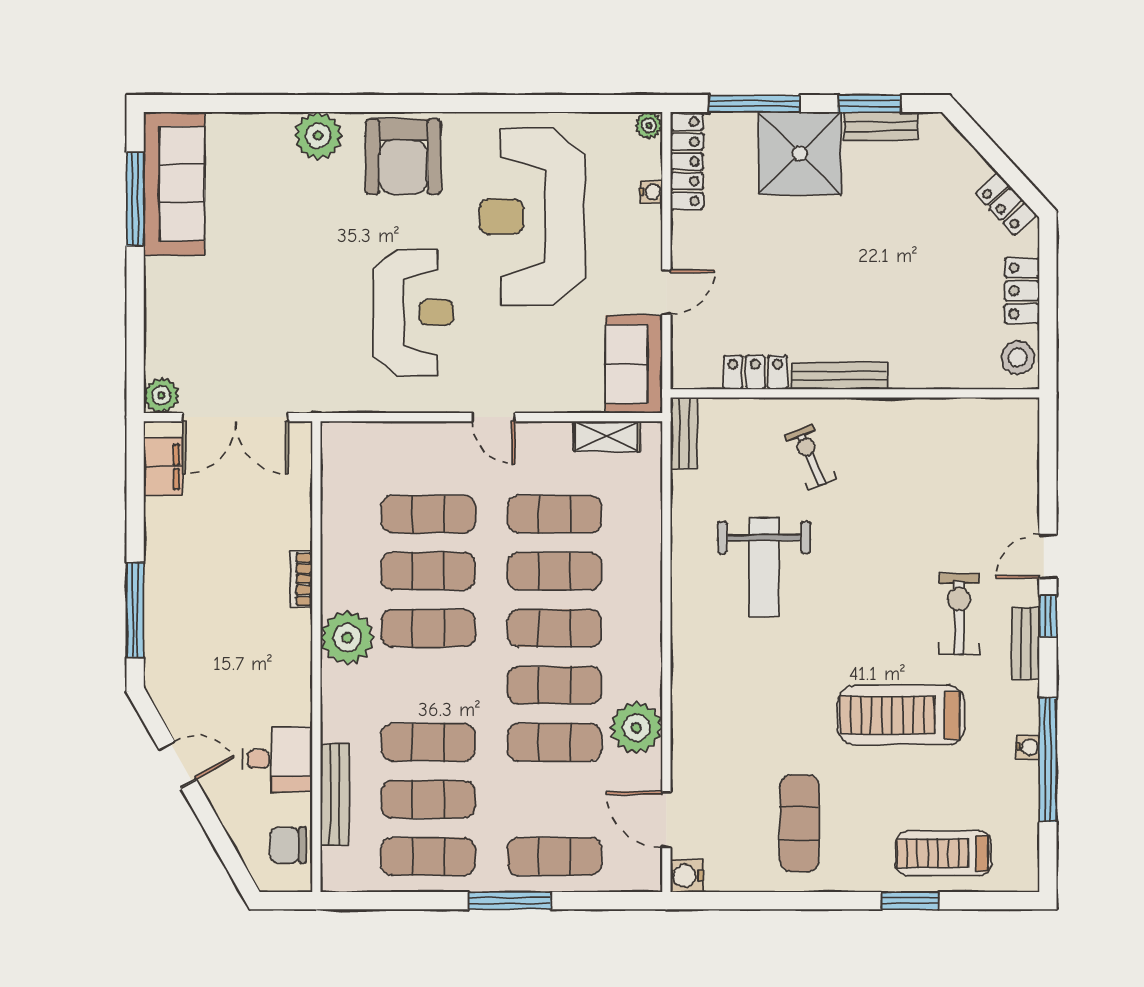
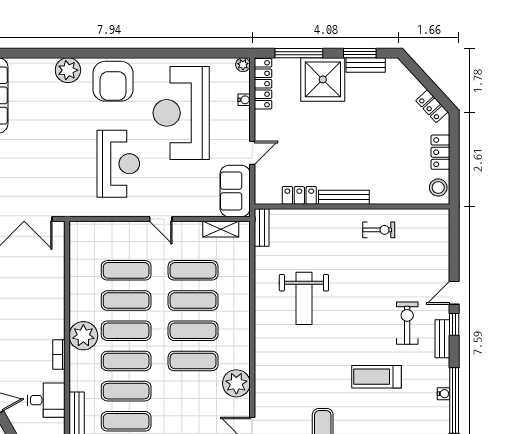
exercise bike: (810, 457) -> (379, 230), moved, turned 113
bookcase: (301, 579) -> (59, 354), moved
treadmill: (901, 715) -> (377, 377), width x0.73, depth x0.73
exercise mat: (555, 742) -> (126, 361), moved

